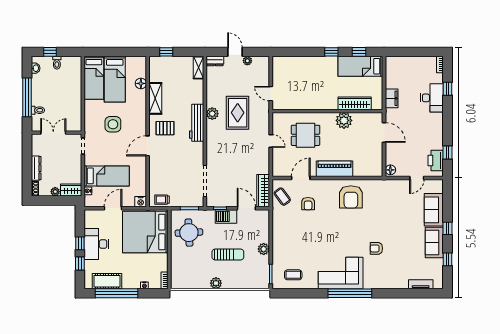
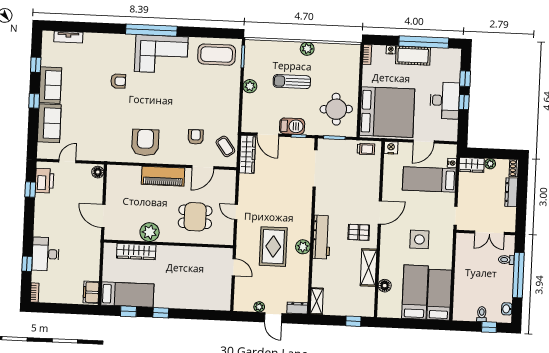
filing cabinet: (392, 98) -> (91, 292), moved
coffee table: (293, 275) -> (217, 55), width x1.86, depth x1.72
cot: (107, 281) -> (413, 56), moved

